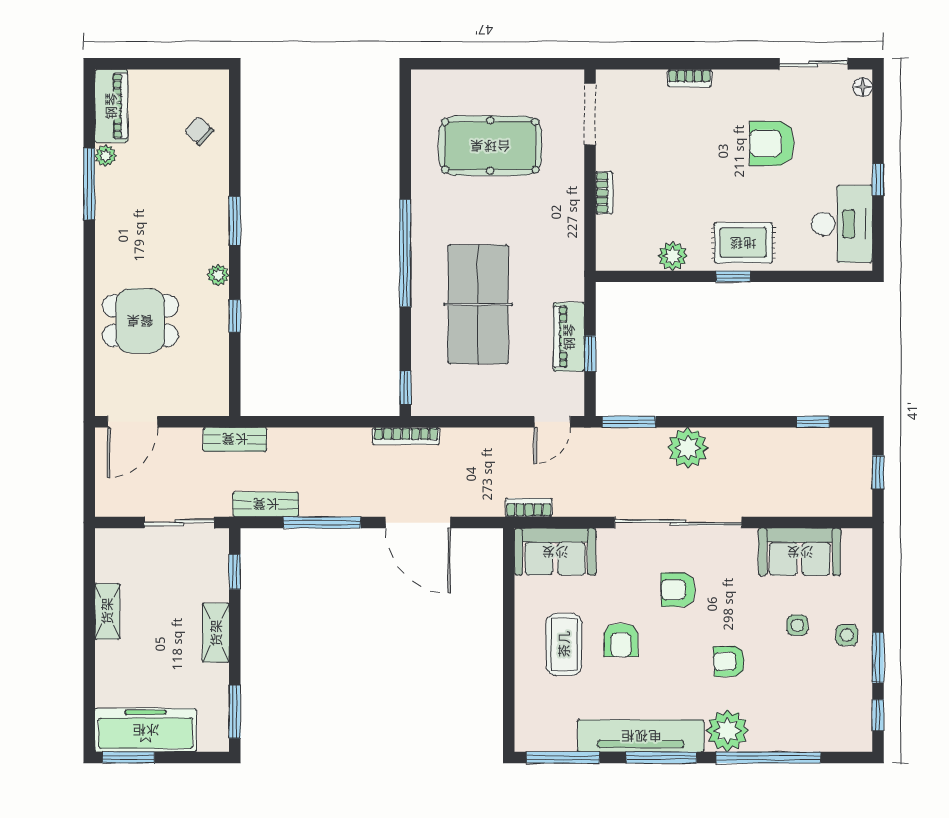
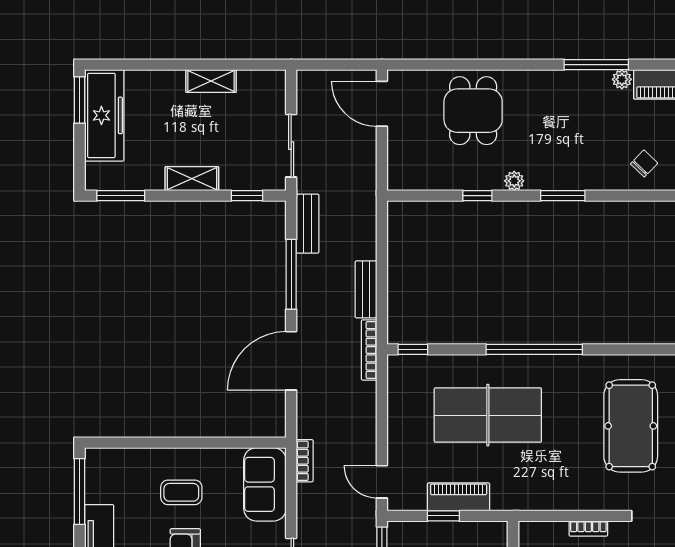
bench: (235, 439) -> (366, 289), moved
coffee table: (564, 644) -> (181, 492), width x0.73, depth x0.77

